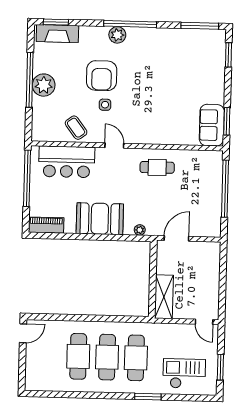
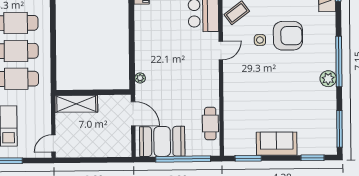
plant: (117, 35) -> (328, 79), moved
armchair: (102, 76) -> (288, 36), turned 180
sofa: (212, 125) -> (277, 144), moved
cafe table: (157, 167) -> (210, 124), moved
booth: (100, 219) -> (162, 141), moved, turned 90

